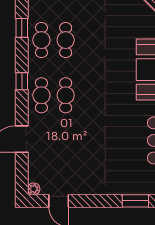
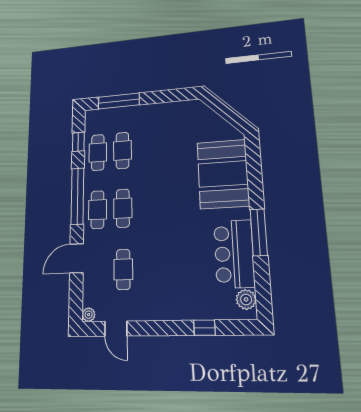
window: (22, 81) -> (77, 196), width x3.17
cafe table: (66, 151) -> (123, 269), added
window: (135, 201) -> (205, 328), width x0.67

